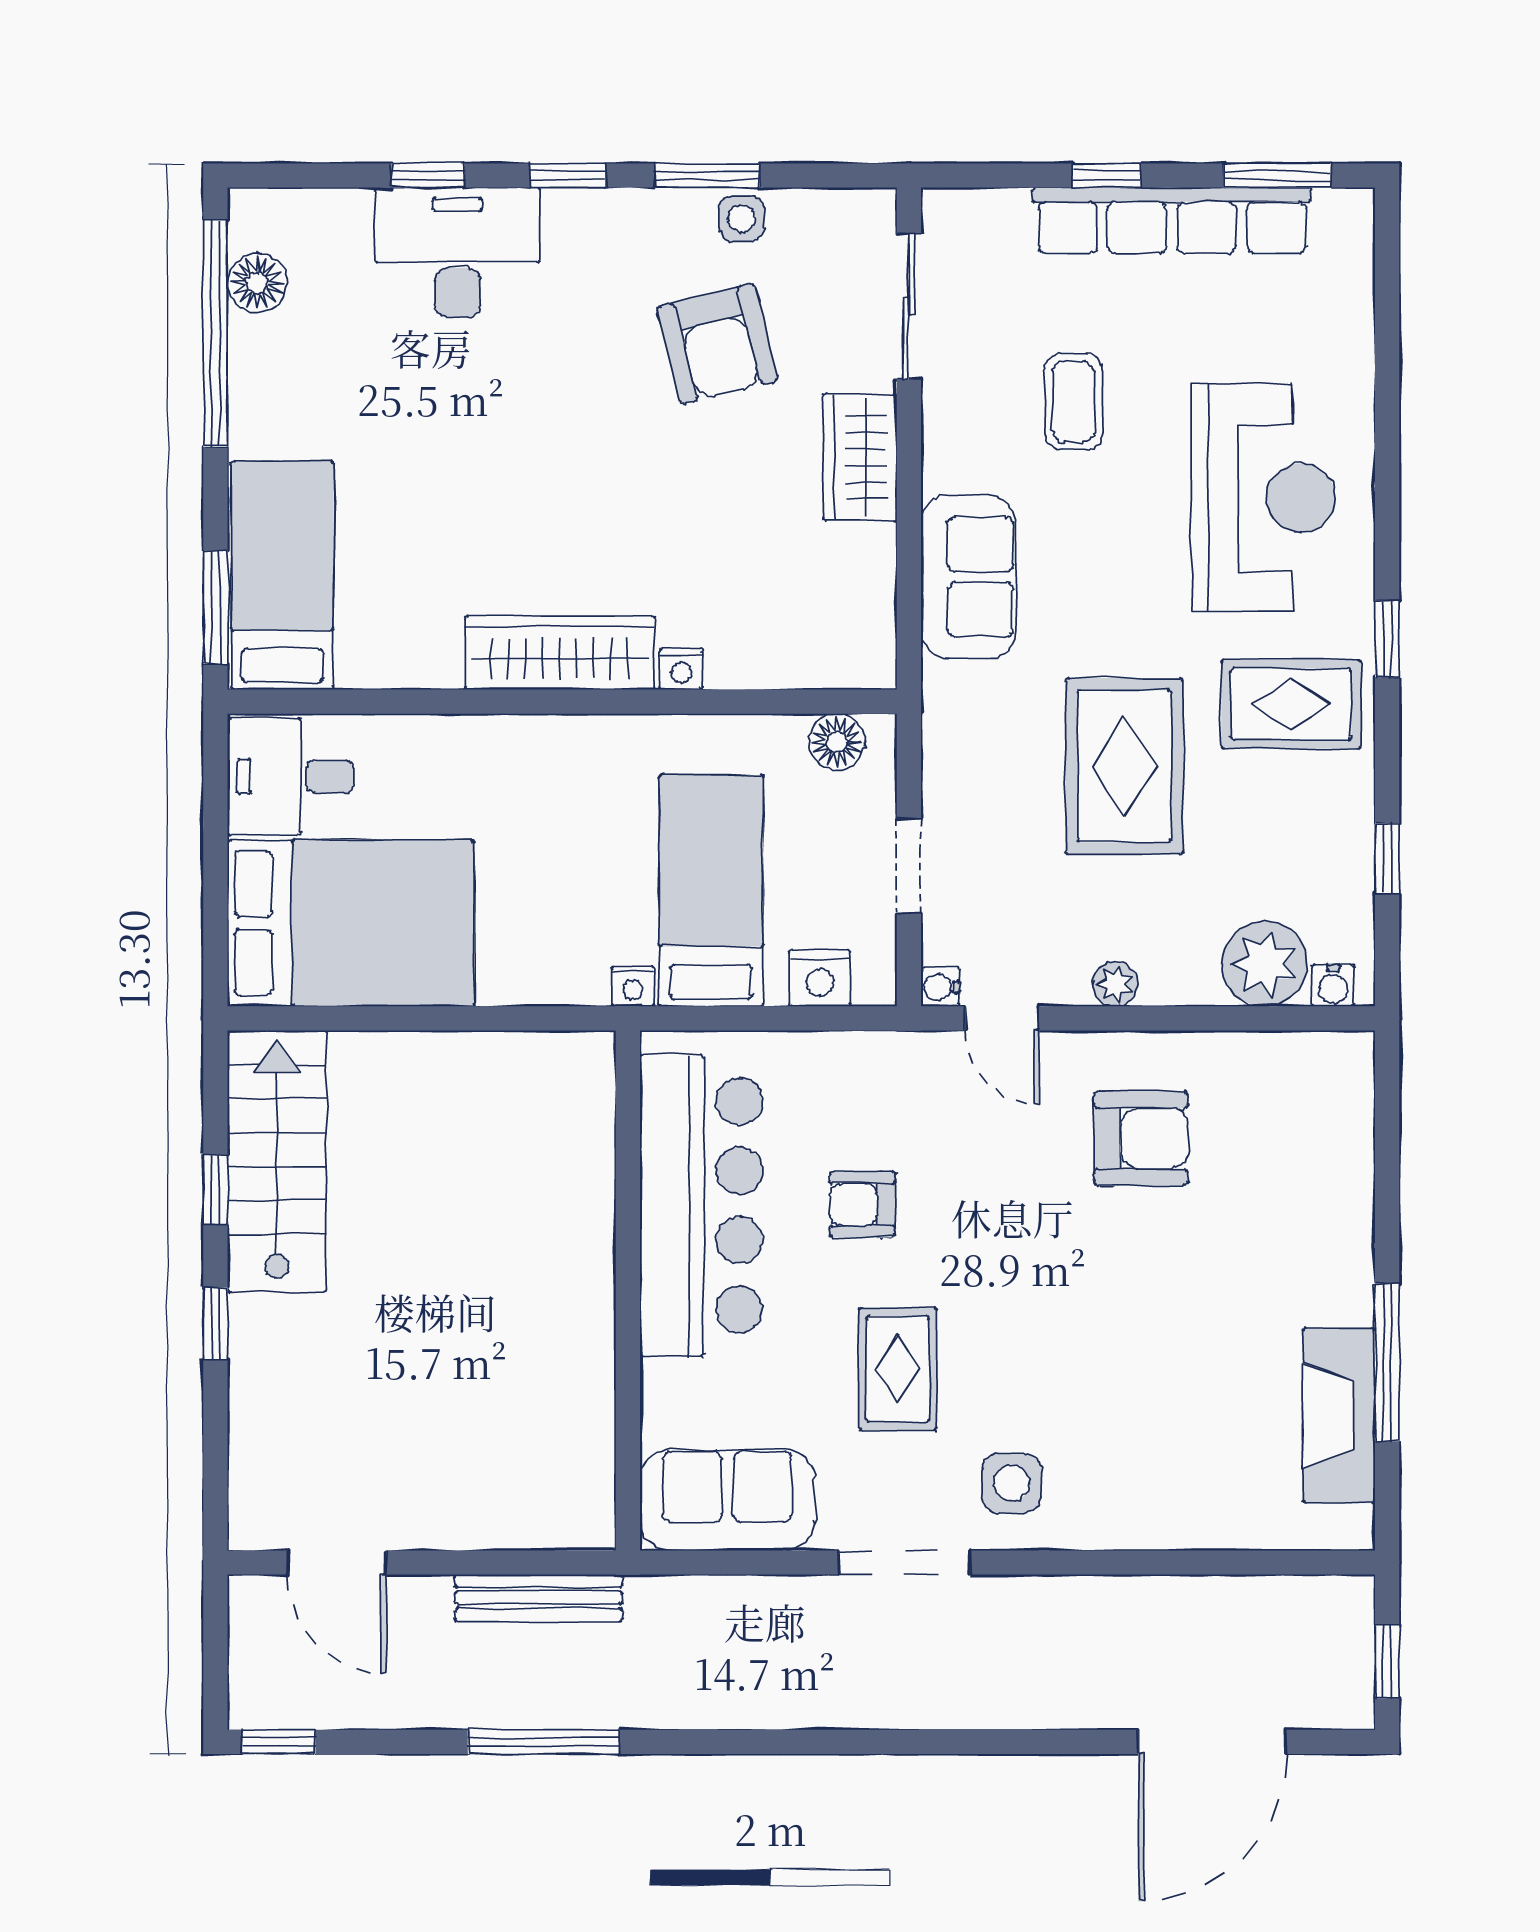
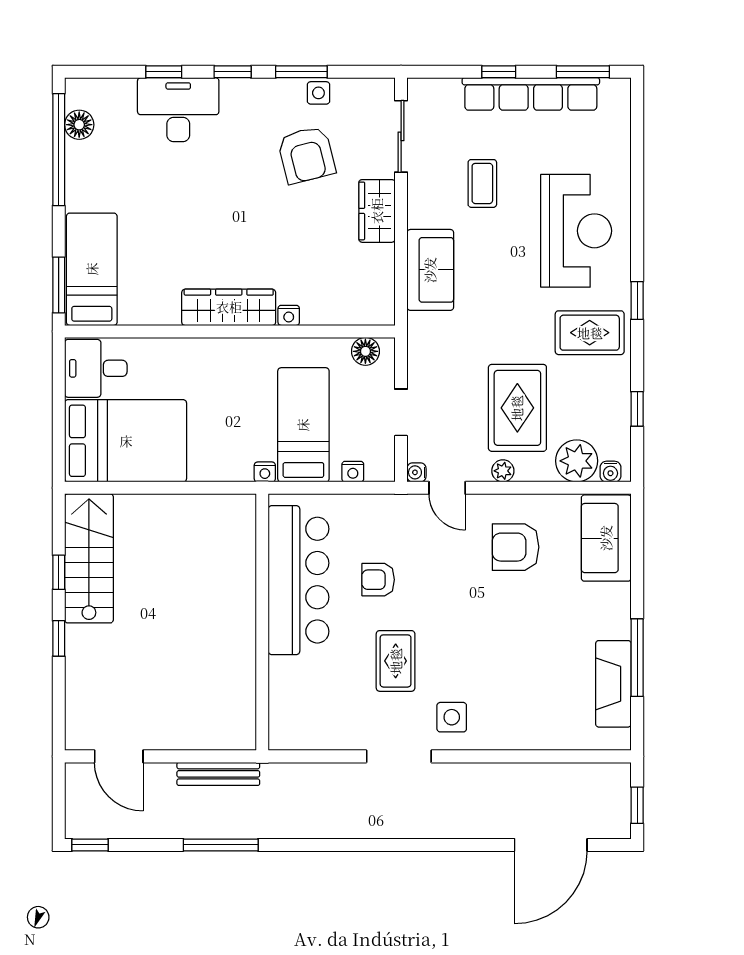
rug: (1124, 766) -> (517, 408), moved
nightstand: (820, 978) -> (353, 472), width x0.72, depth x0.74
armchair: (1141, 1138) -> (516, 547), turned 180
sofa: (727, 1500) -> (606, 538), moved, turned -90

